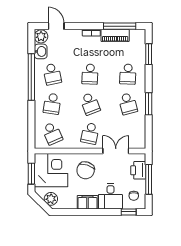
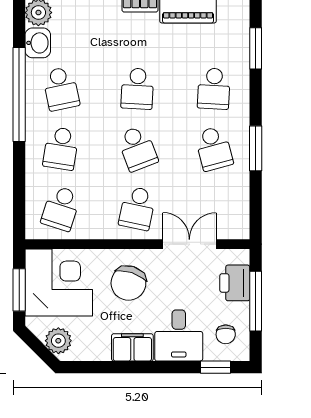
school desk: (52, 133) -> (61, 208), turned 42

